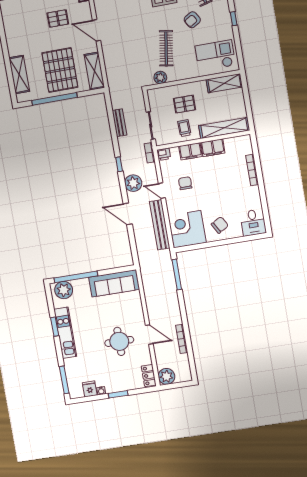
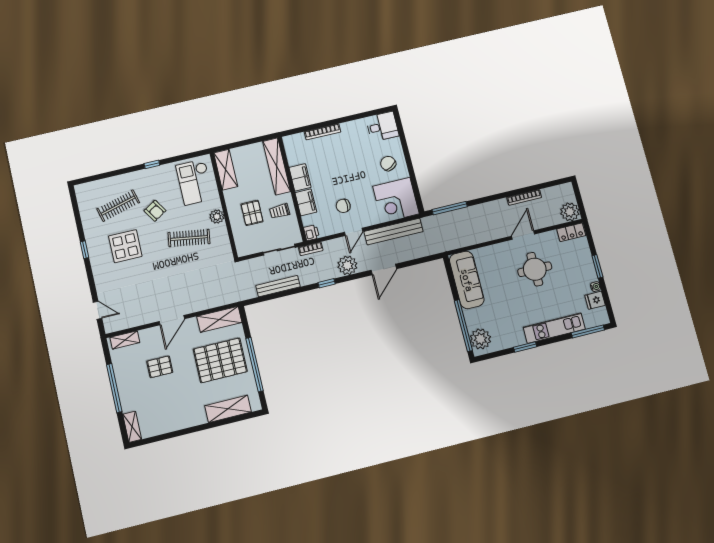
pallet: (58, 19) -> (160, 367), turned 90
plant: (160, 77) -> (217, 217), moved
bench: (119, 123) -> (278, 286), width x1.36
kitchen unit: (65, 333) -> (554, 328), moved

